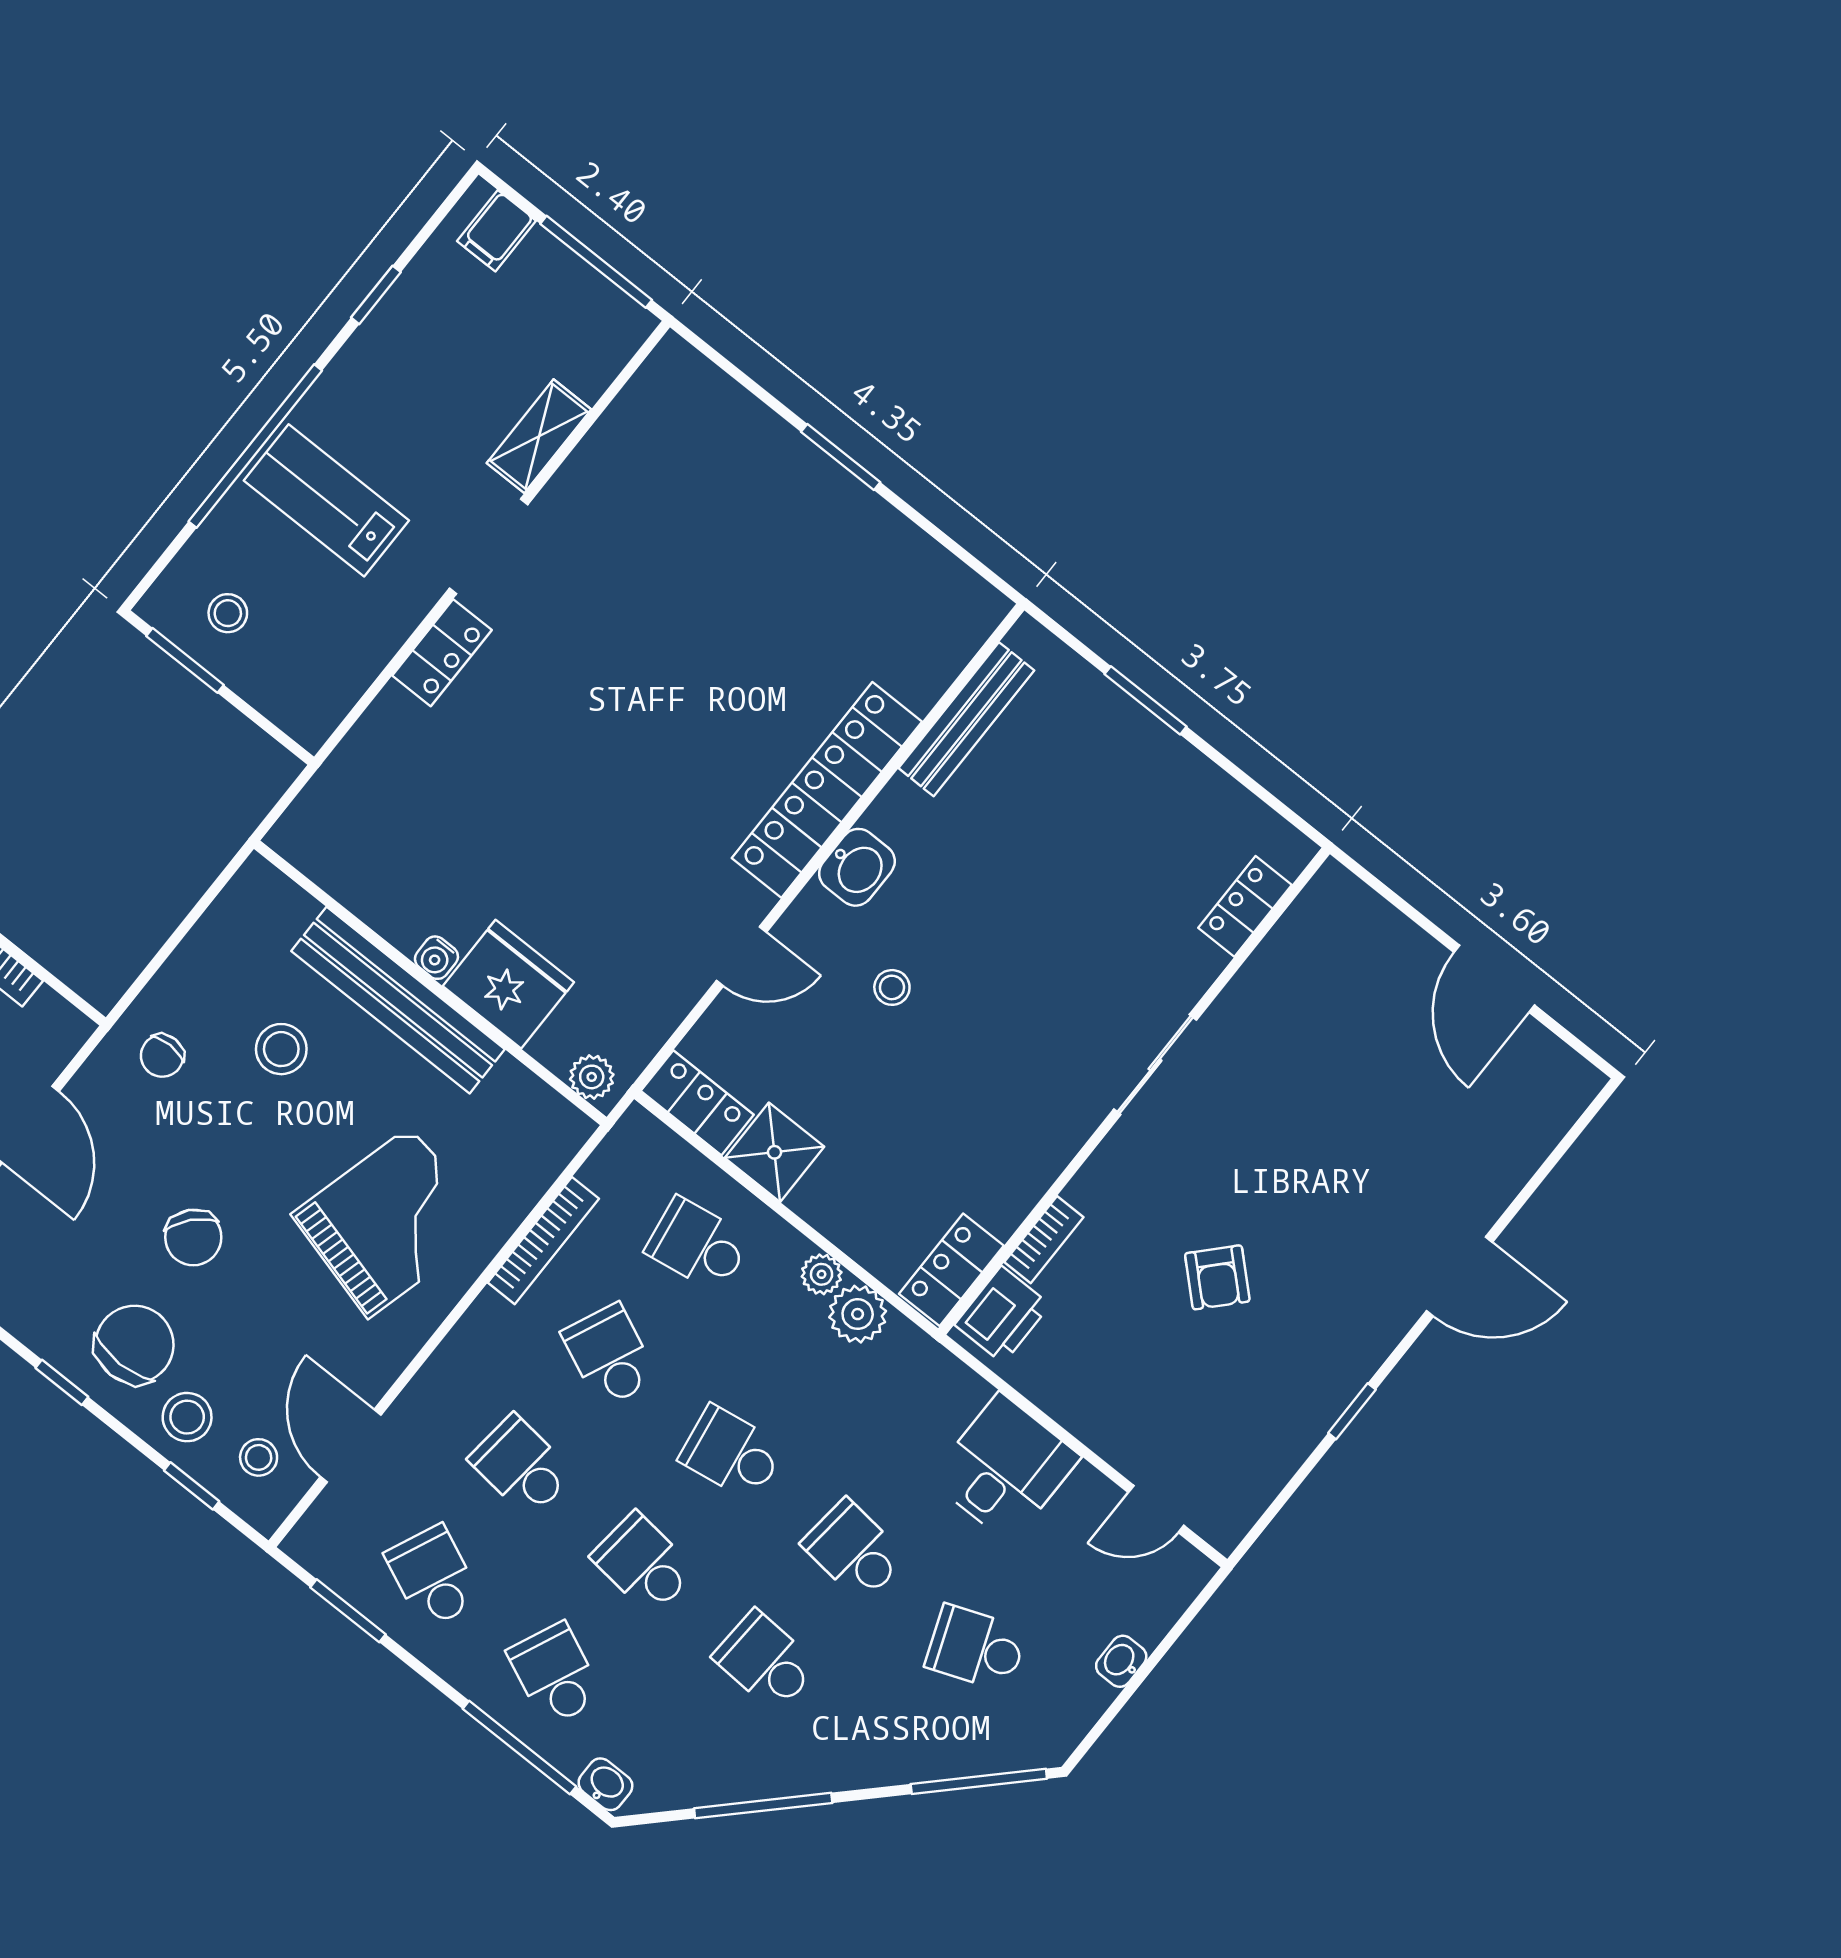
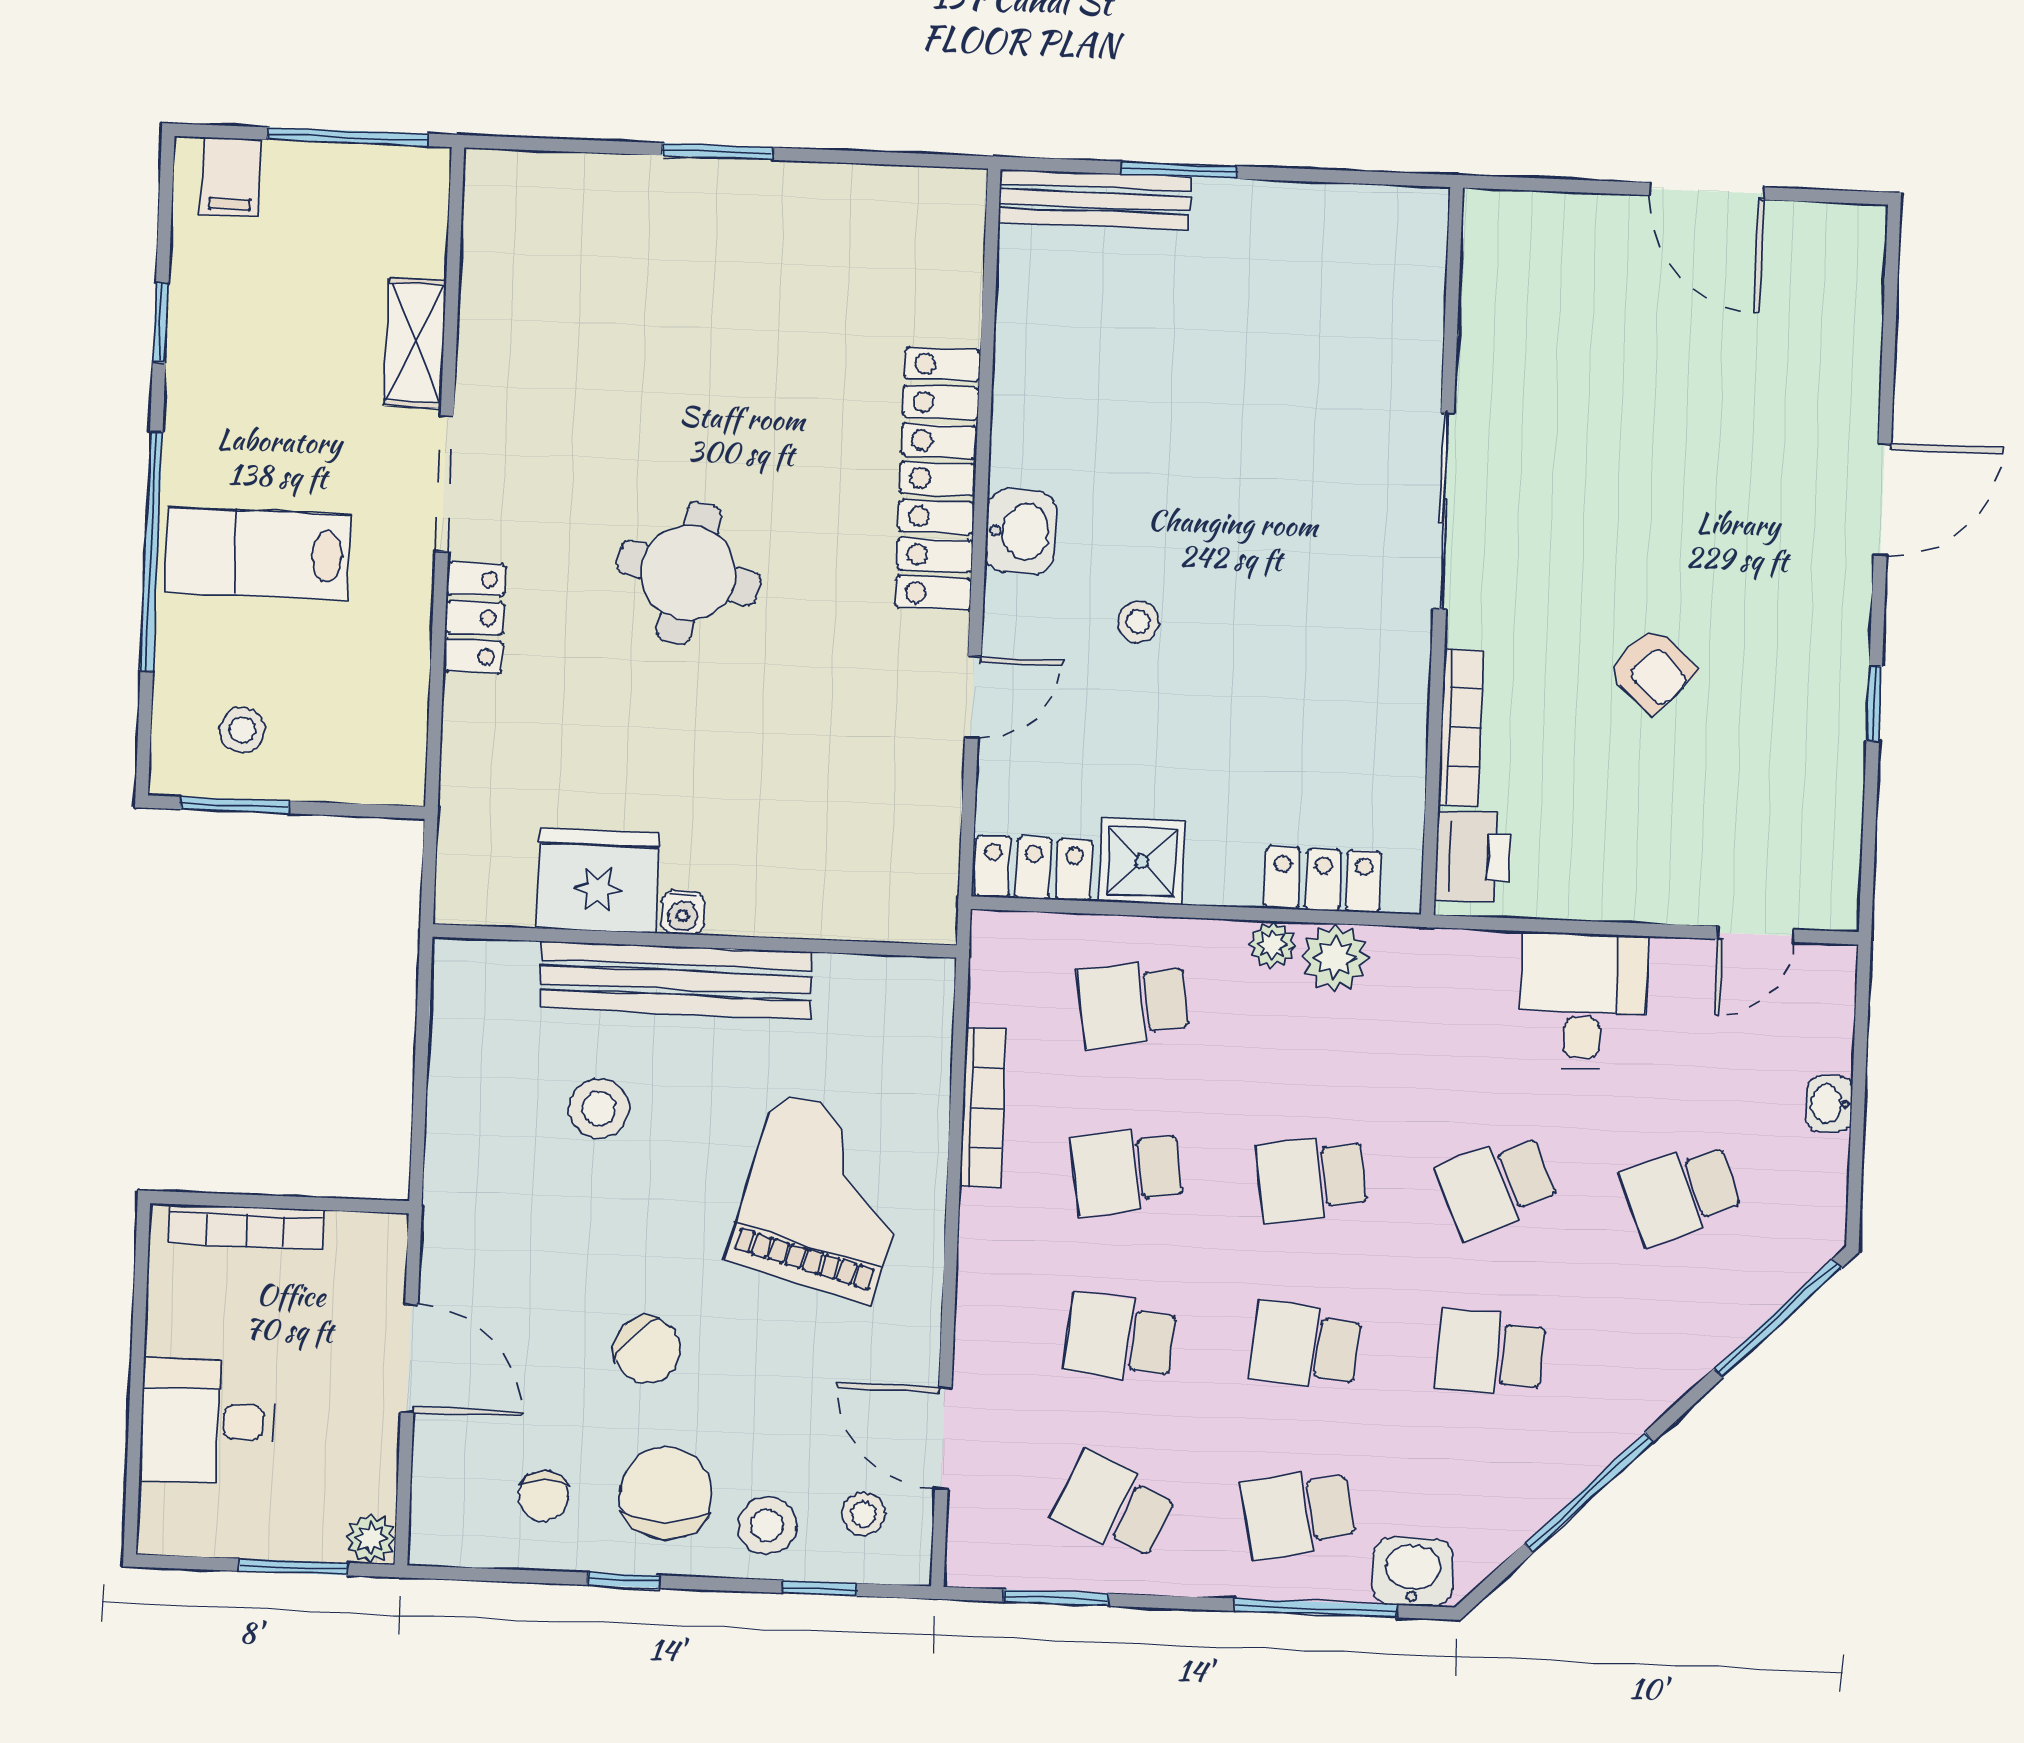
bench: (966, 719) -> (1095, 200), moved, turned 90
round table: (610, 729) -> (689, 573), added
locker: (1245, 906) -> (1418, 297), removed
fridge: (508, 984) -> (598, 880), moved
chair: (162, 1056) -> (544, 1496), moved
sliding door: (1155, 1065) -> (1444, 511), width x1.37
plant: (592, 1077) -> (915, 918), removed
bookcase: (1044, 1240) -> (1461, 728), width x1.56
locker: (951, 1270) -> (1323, 880), moved, turned 90
school desk: (610, 1356) -> (1127, 1171), turned -33
school desk: (854, 1551) -> (1497, 1186), turned -30
school desk: (555, 1674) -> (1298, 1513), turned -36
washbasin: (605, 1784) -> (1413, 1572), width x1.38, depth x1.45

